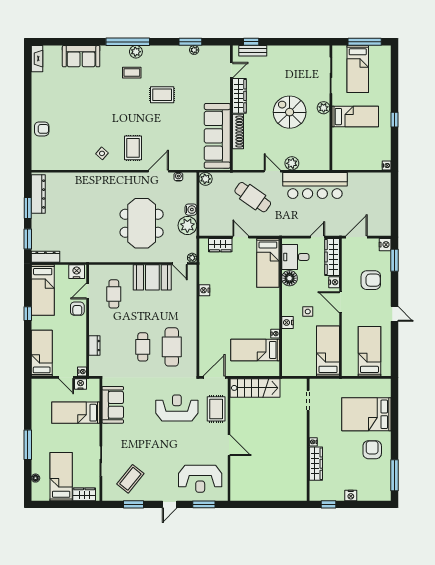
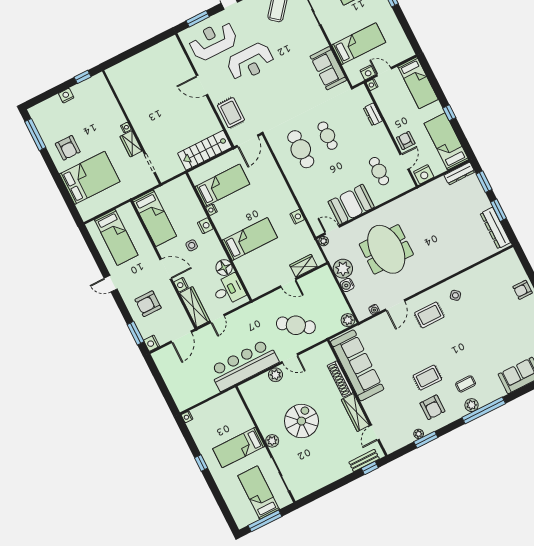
armchair: (171, 67) -> (432, 407), added
spiral stairs: (290, 112) -> (301, 421), turned -90
rug: (133, 148) -> (429, 315), turned 90
bed: (268, 263) -> (250, 239), moved, turned 90
reception desk: (177, 408) -> (250, 62), moved
wardrobe: (316, 464) -> (131, 144), moved, width x0.67

